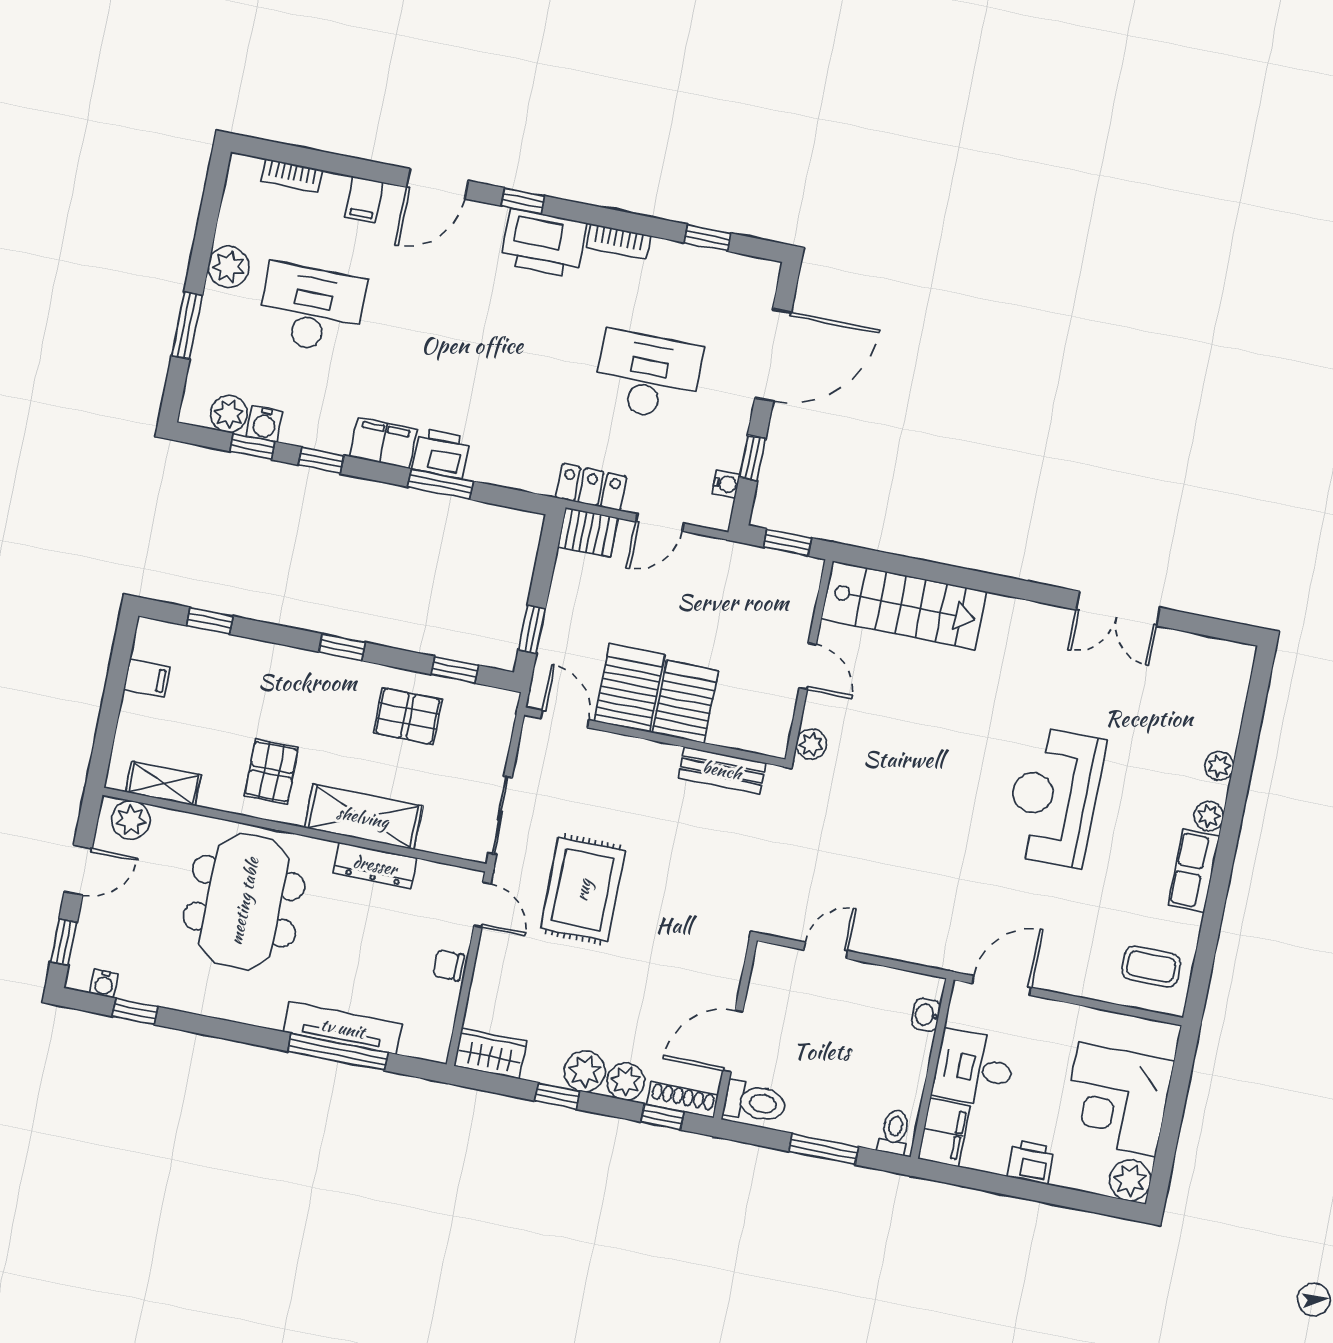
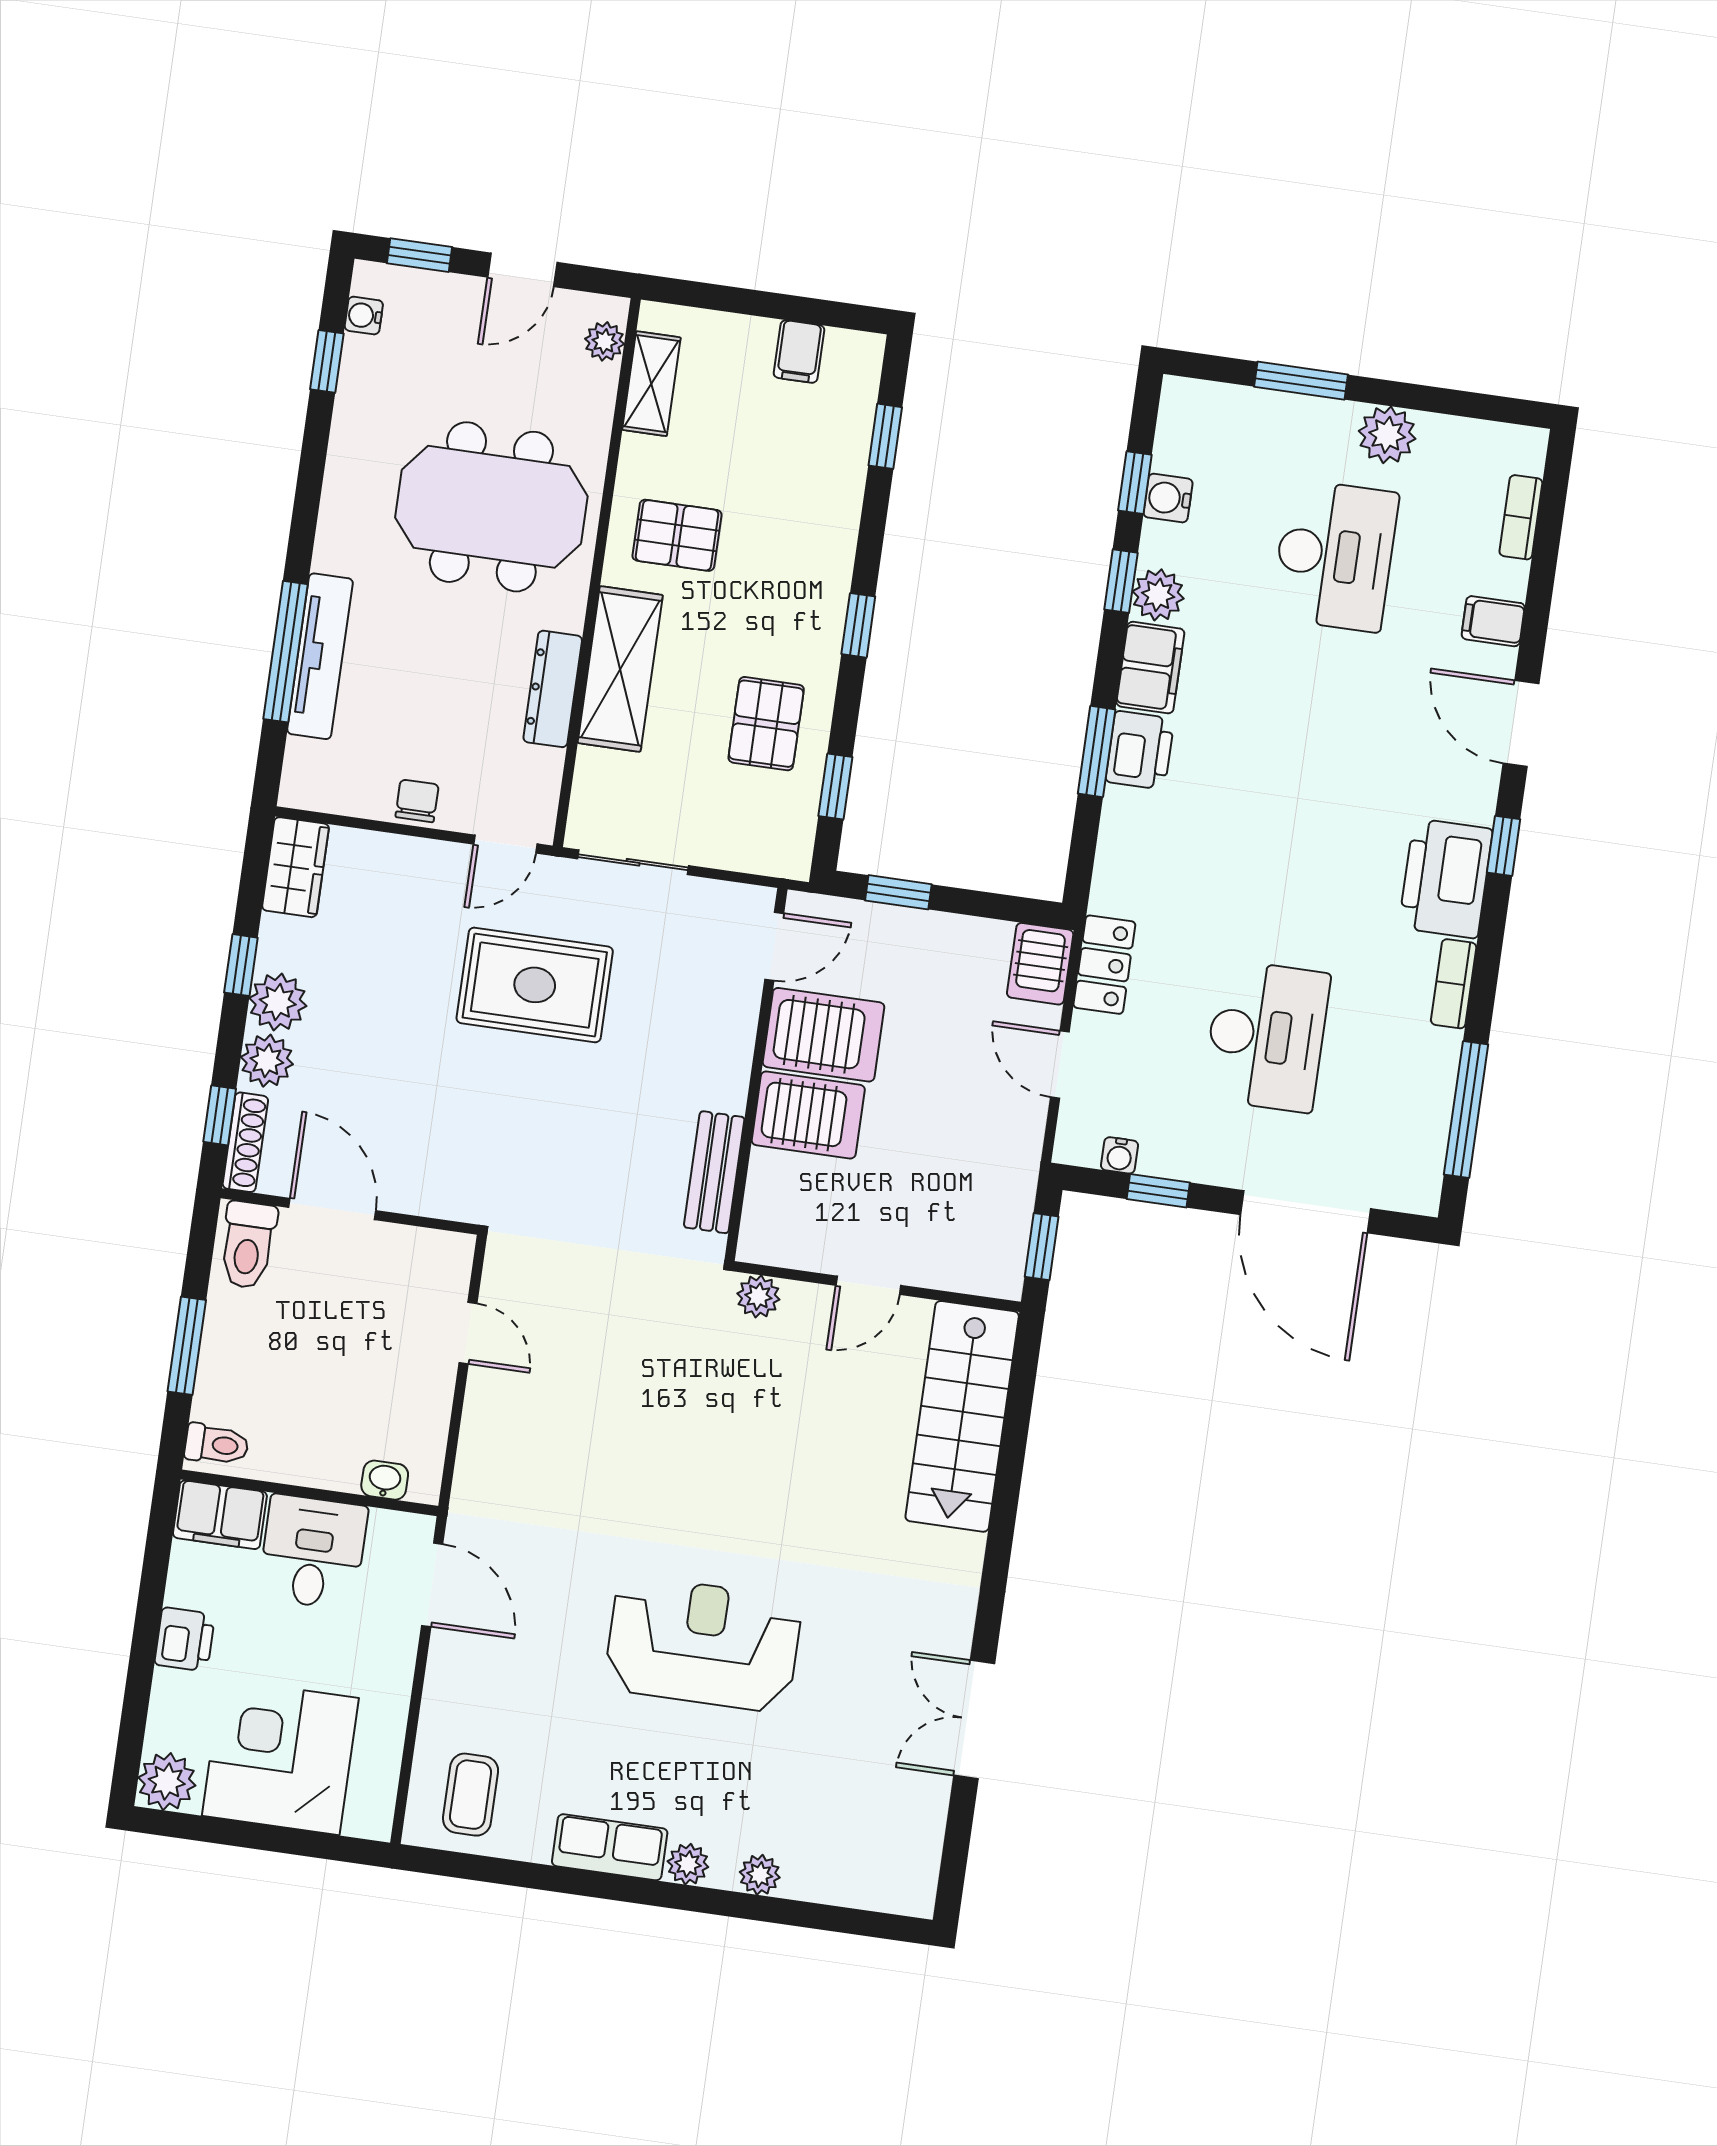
window: (707, 238) -> (1466, 1110), width x2.17
plant: (229, 414) -> (1158, 595), moved
plant: (131, 820) -> (605, 341), width x0.73, depth x0.73
door: (78, 870) -> (522, 270), hinge flipped

